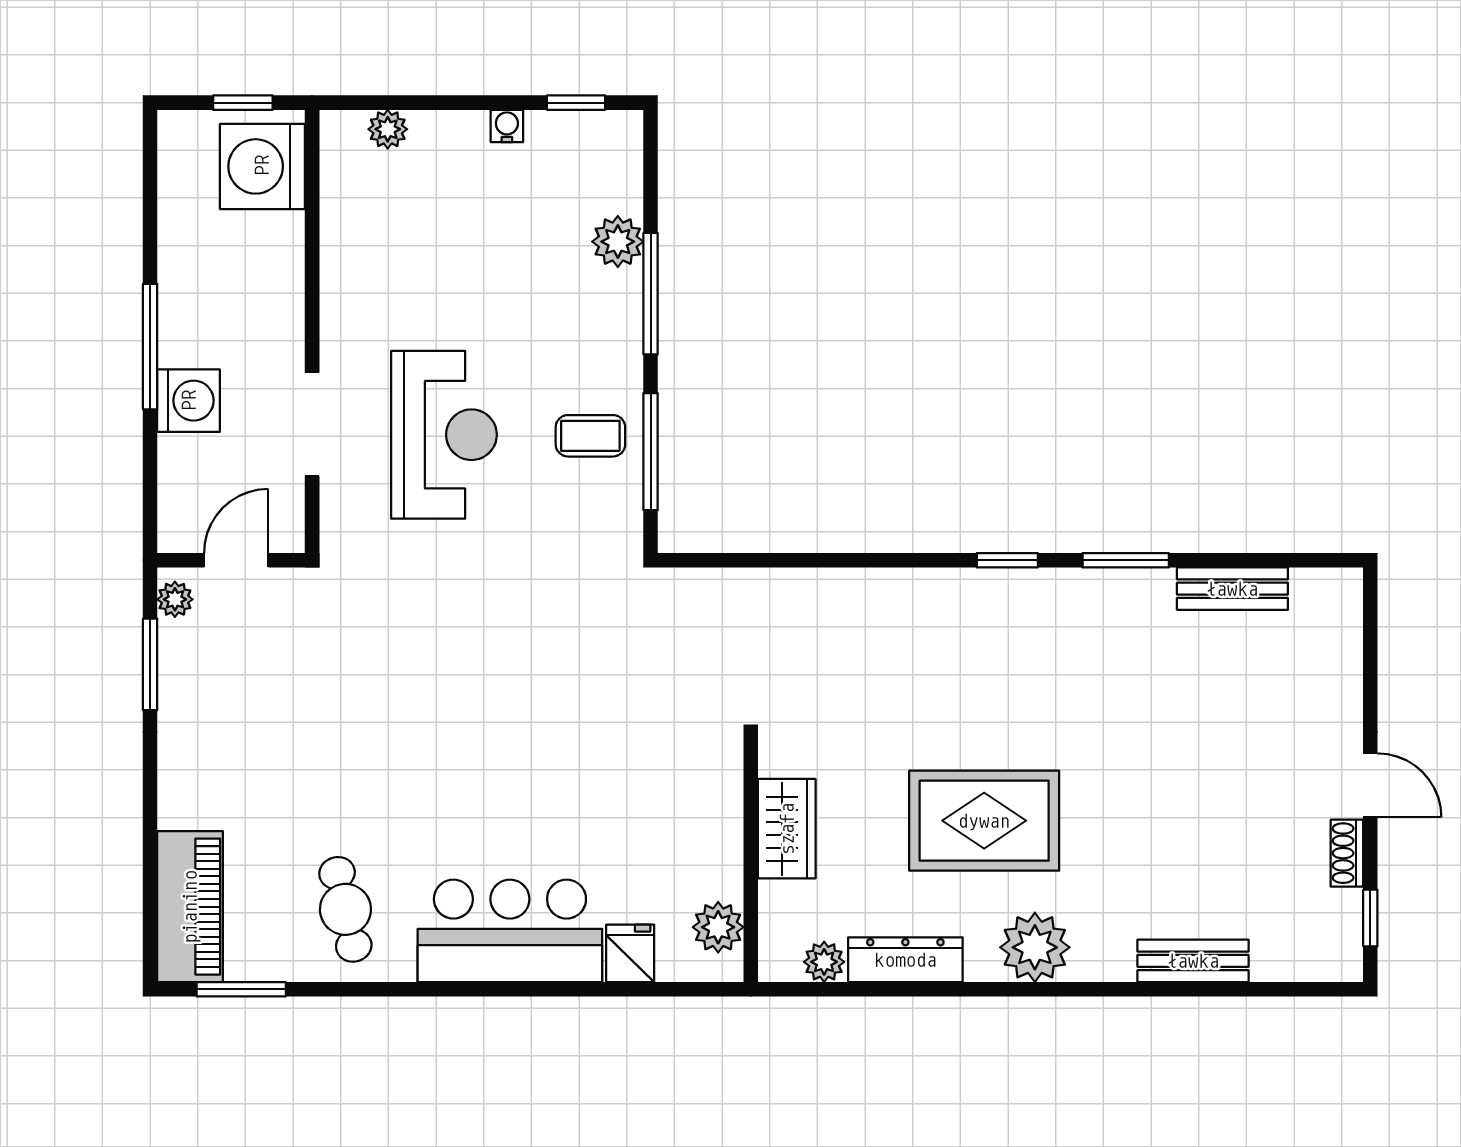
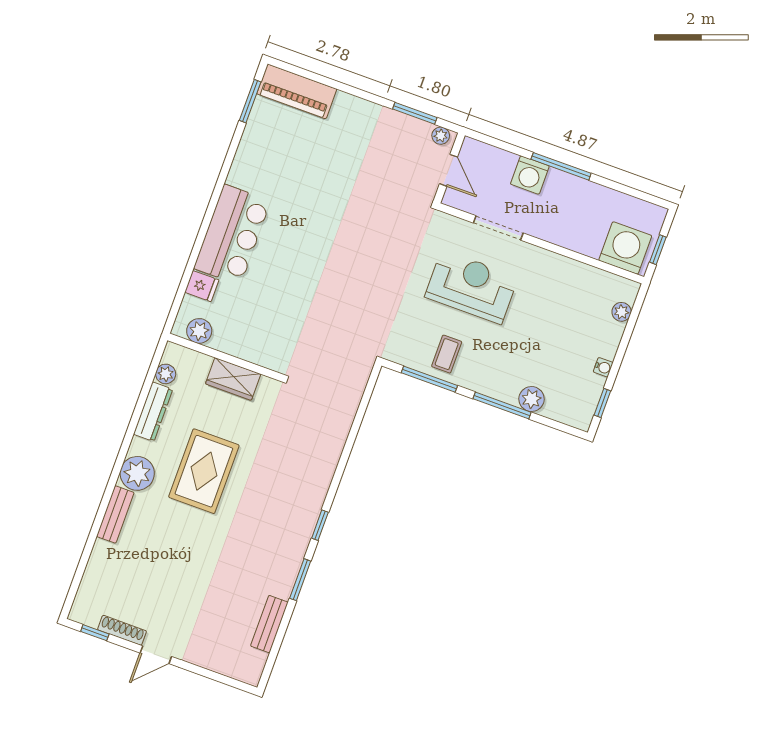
reception desk: (444, 435) -> (472, 287), turned 180
shoe rack: (1347, 853) -> (122, 630), width x1.43
cafe table: (345, 909) -> (270, 162), removed
bench: (1193, 961) -> (115, 514), moved

